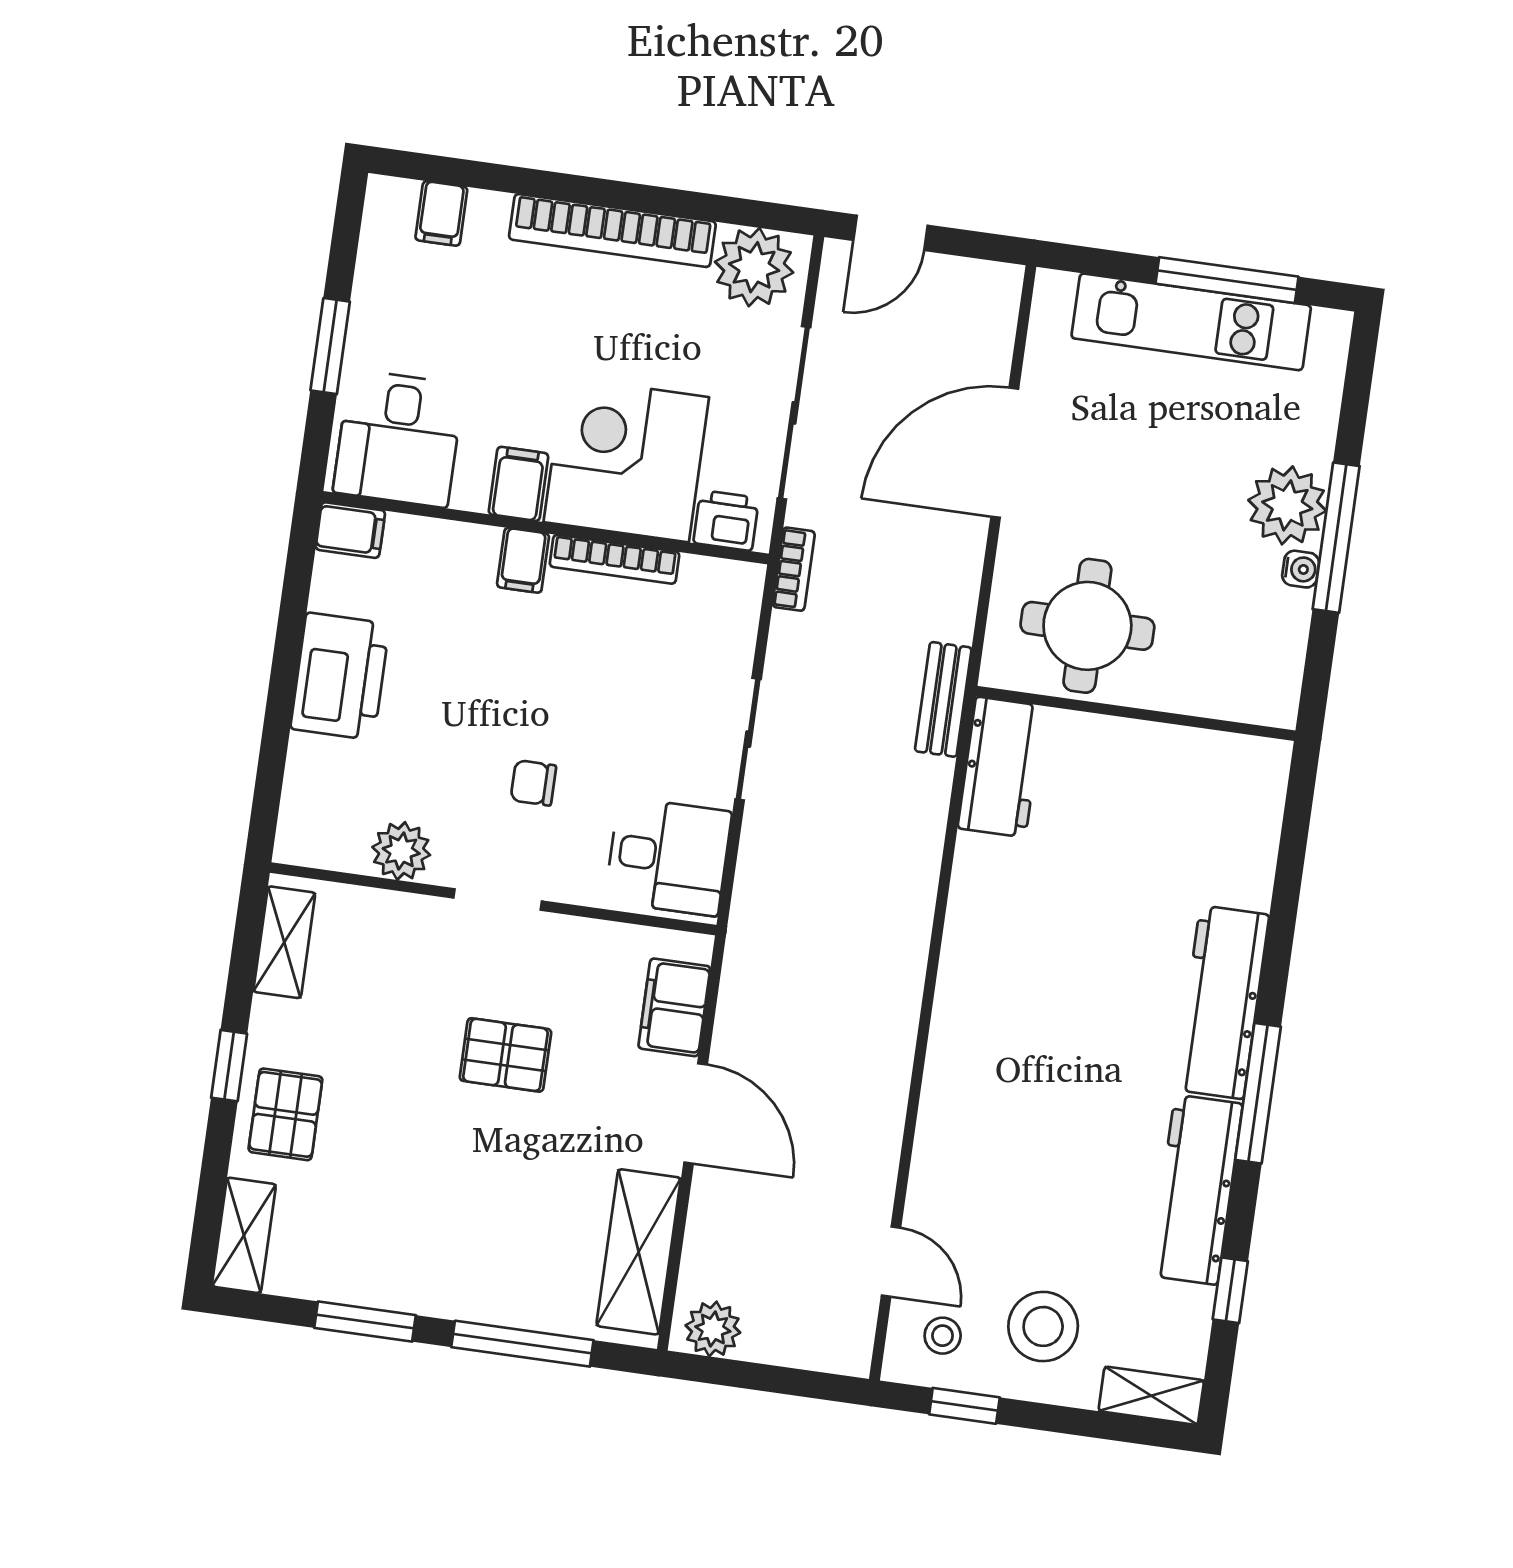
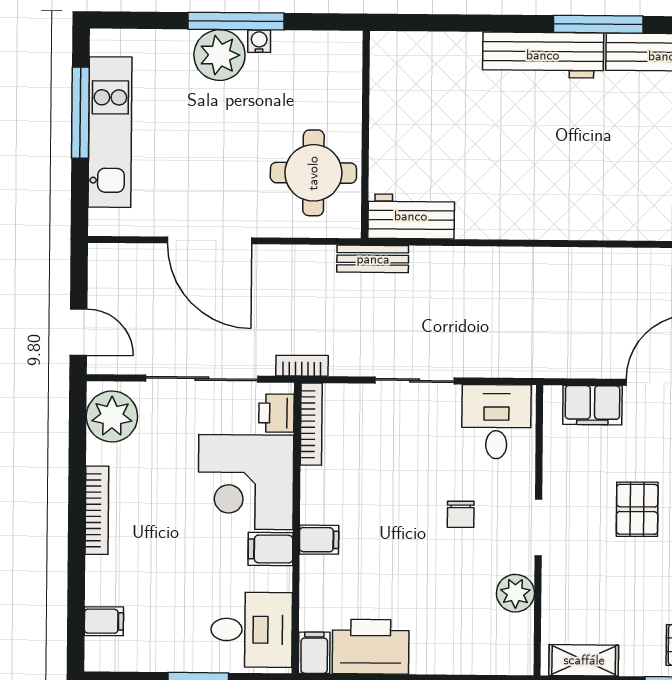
bookcase: (612, 231) -> (97, 510), width x0.68, depth x0.76
bookcase: (614, 559) -> (311, 424), moved
printer: (340, 676) -> (371, 647), moved

